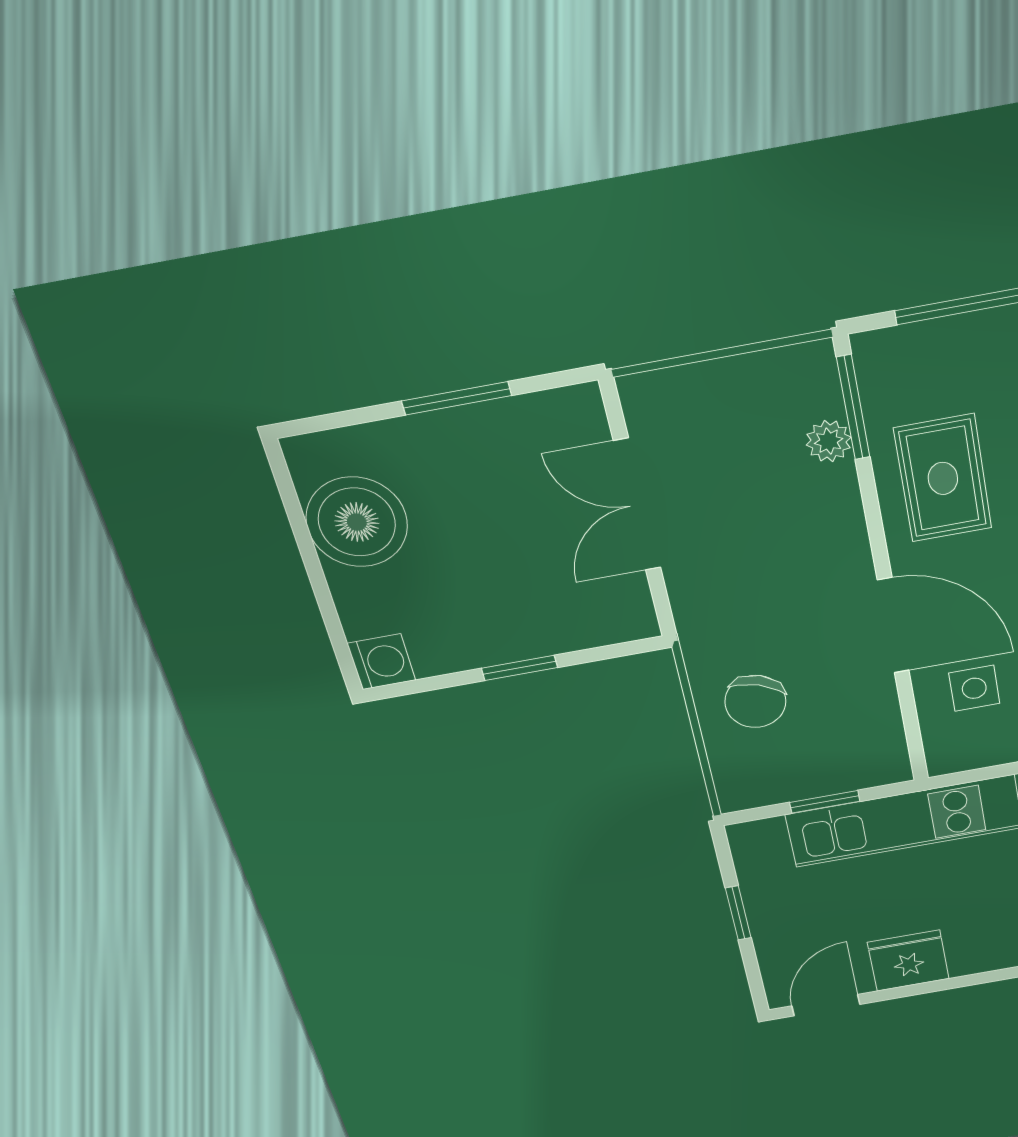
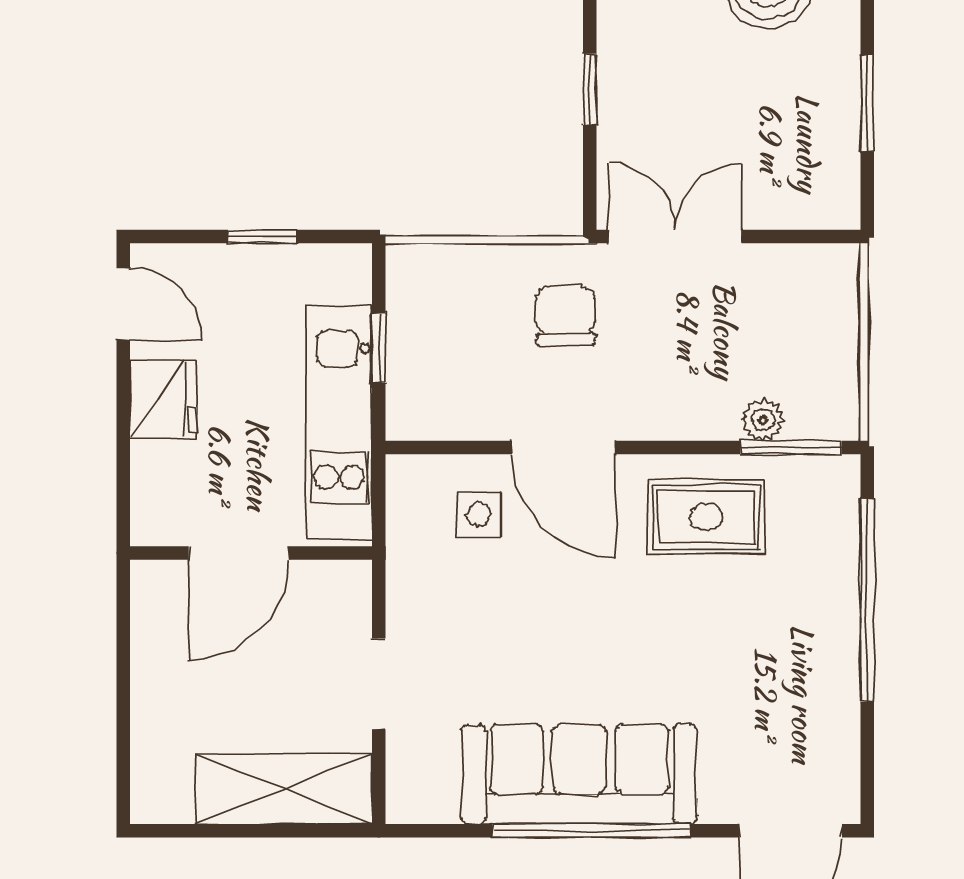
double door: (637, 505) -> (675, 237), moved
door: (893, 626) -> (563, 448), hinge flipped
chair: (755, 702) -> (566, 316), moved, turned 70

